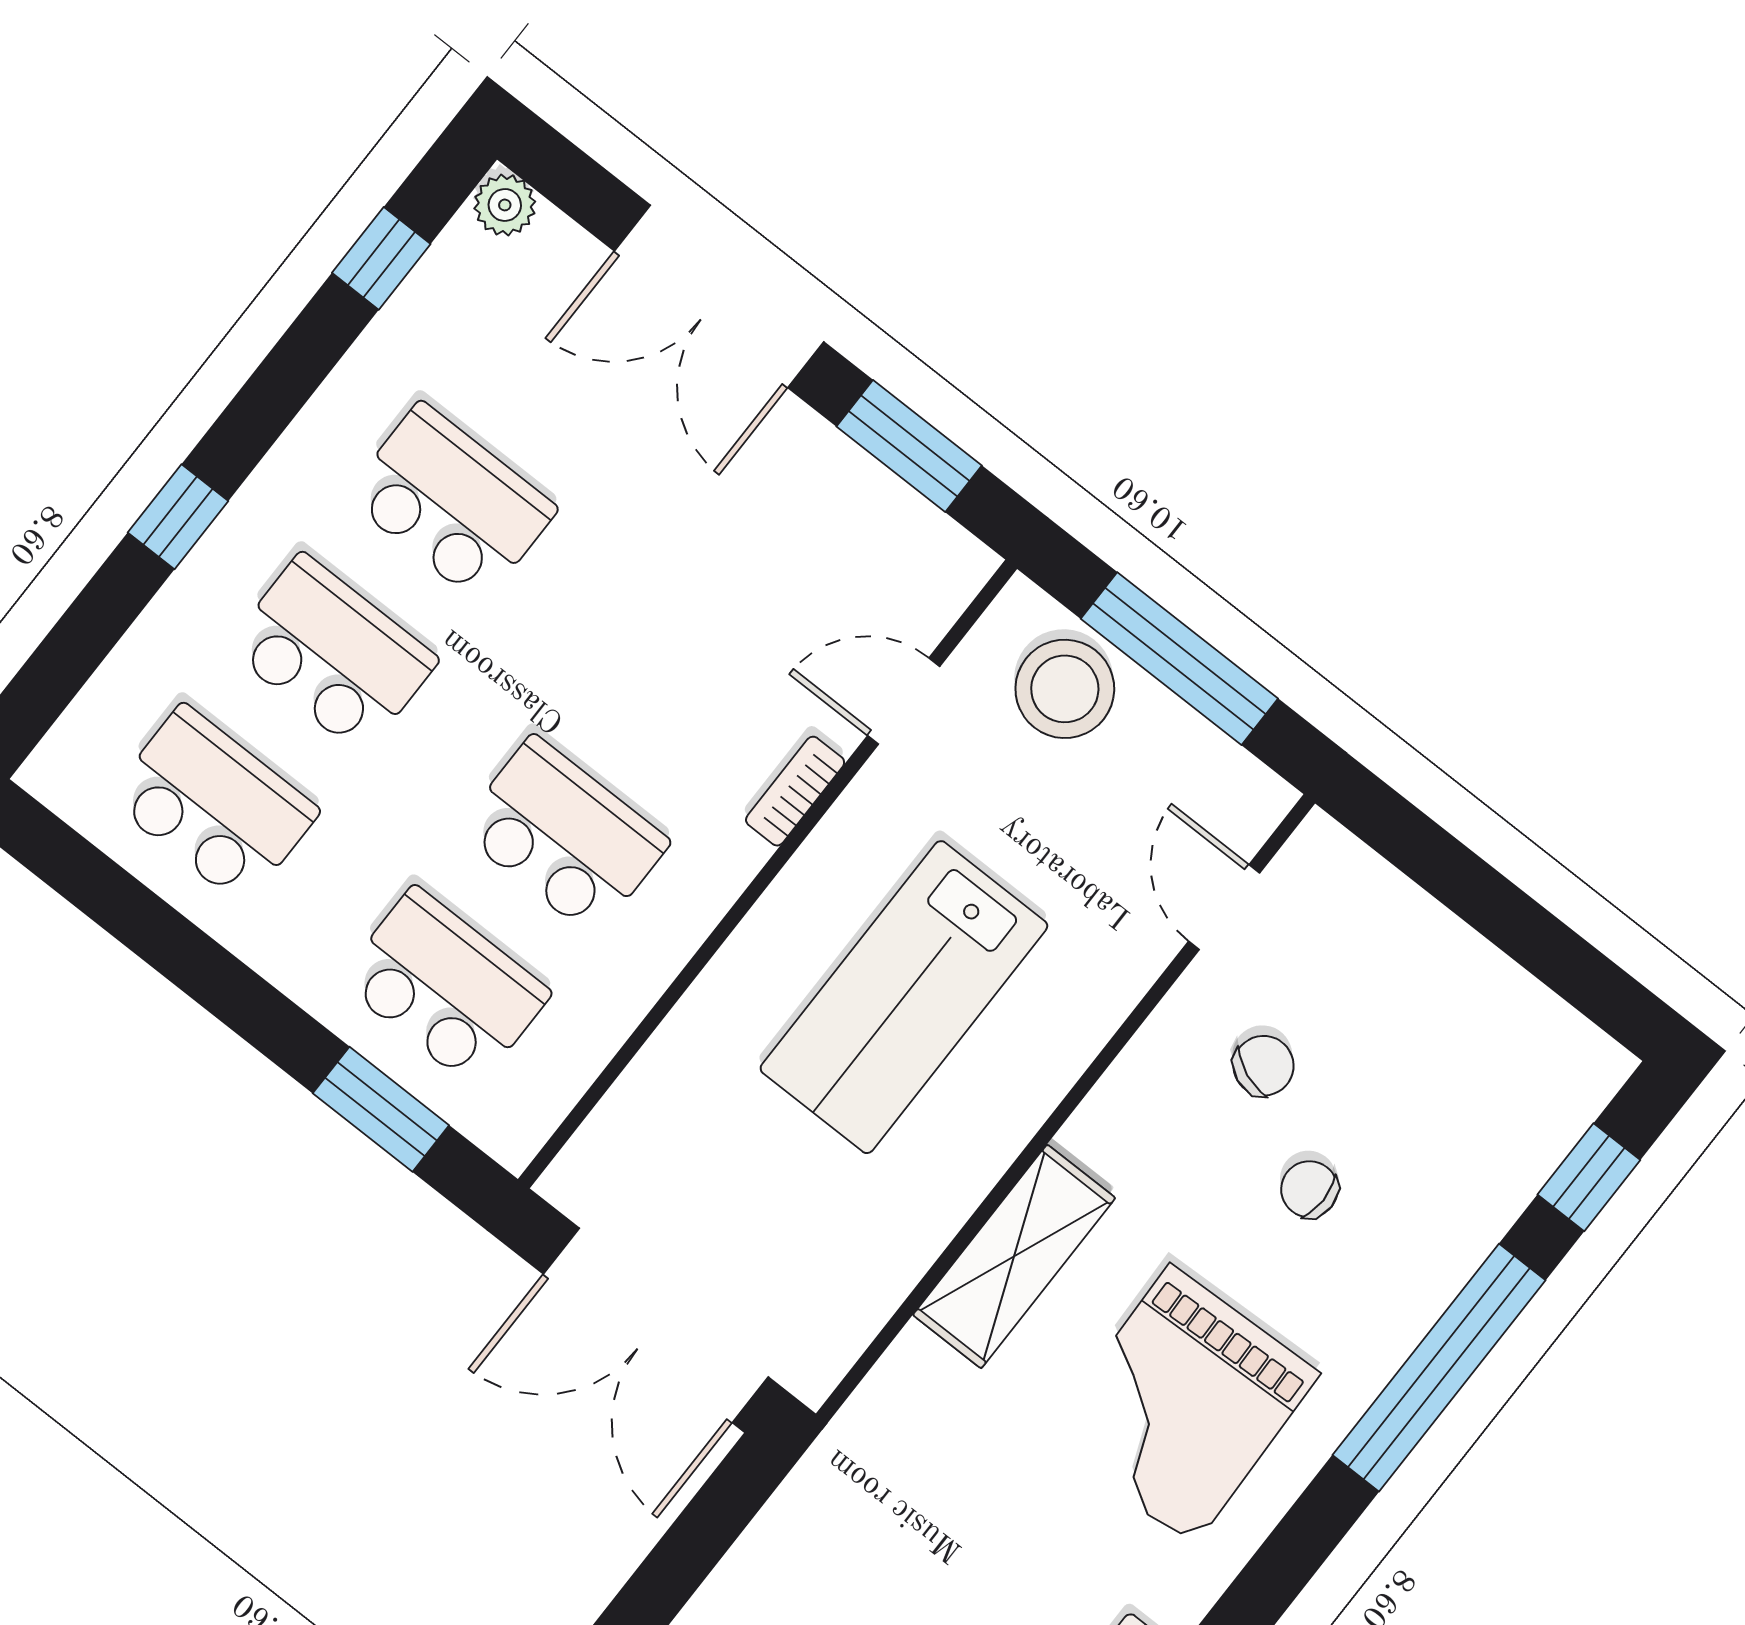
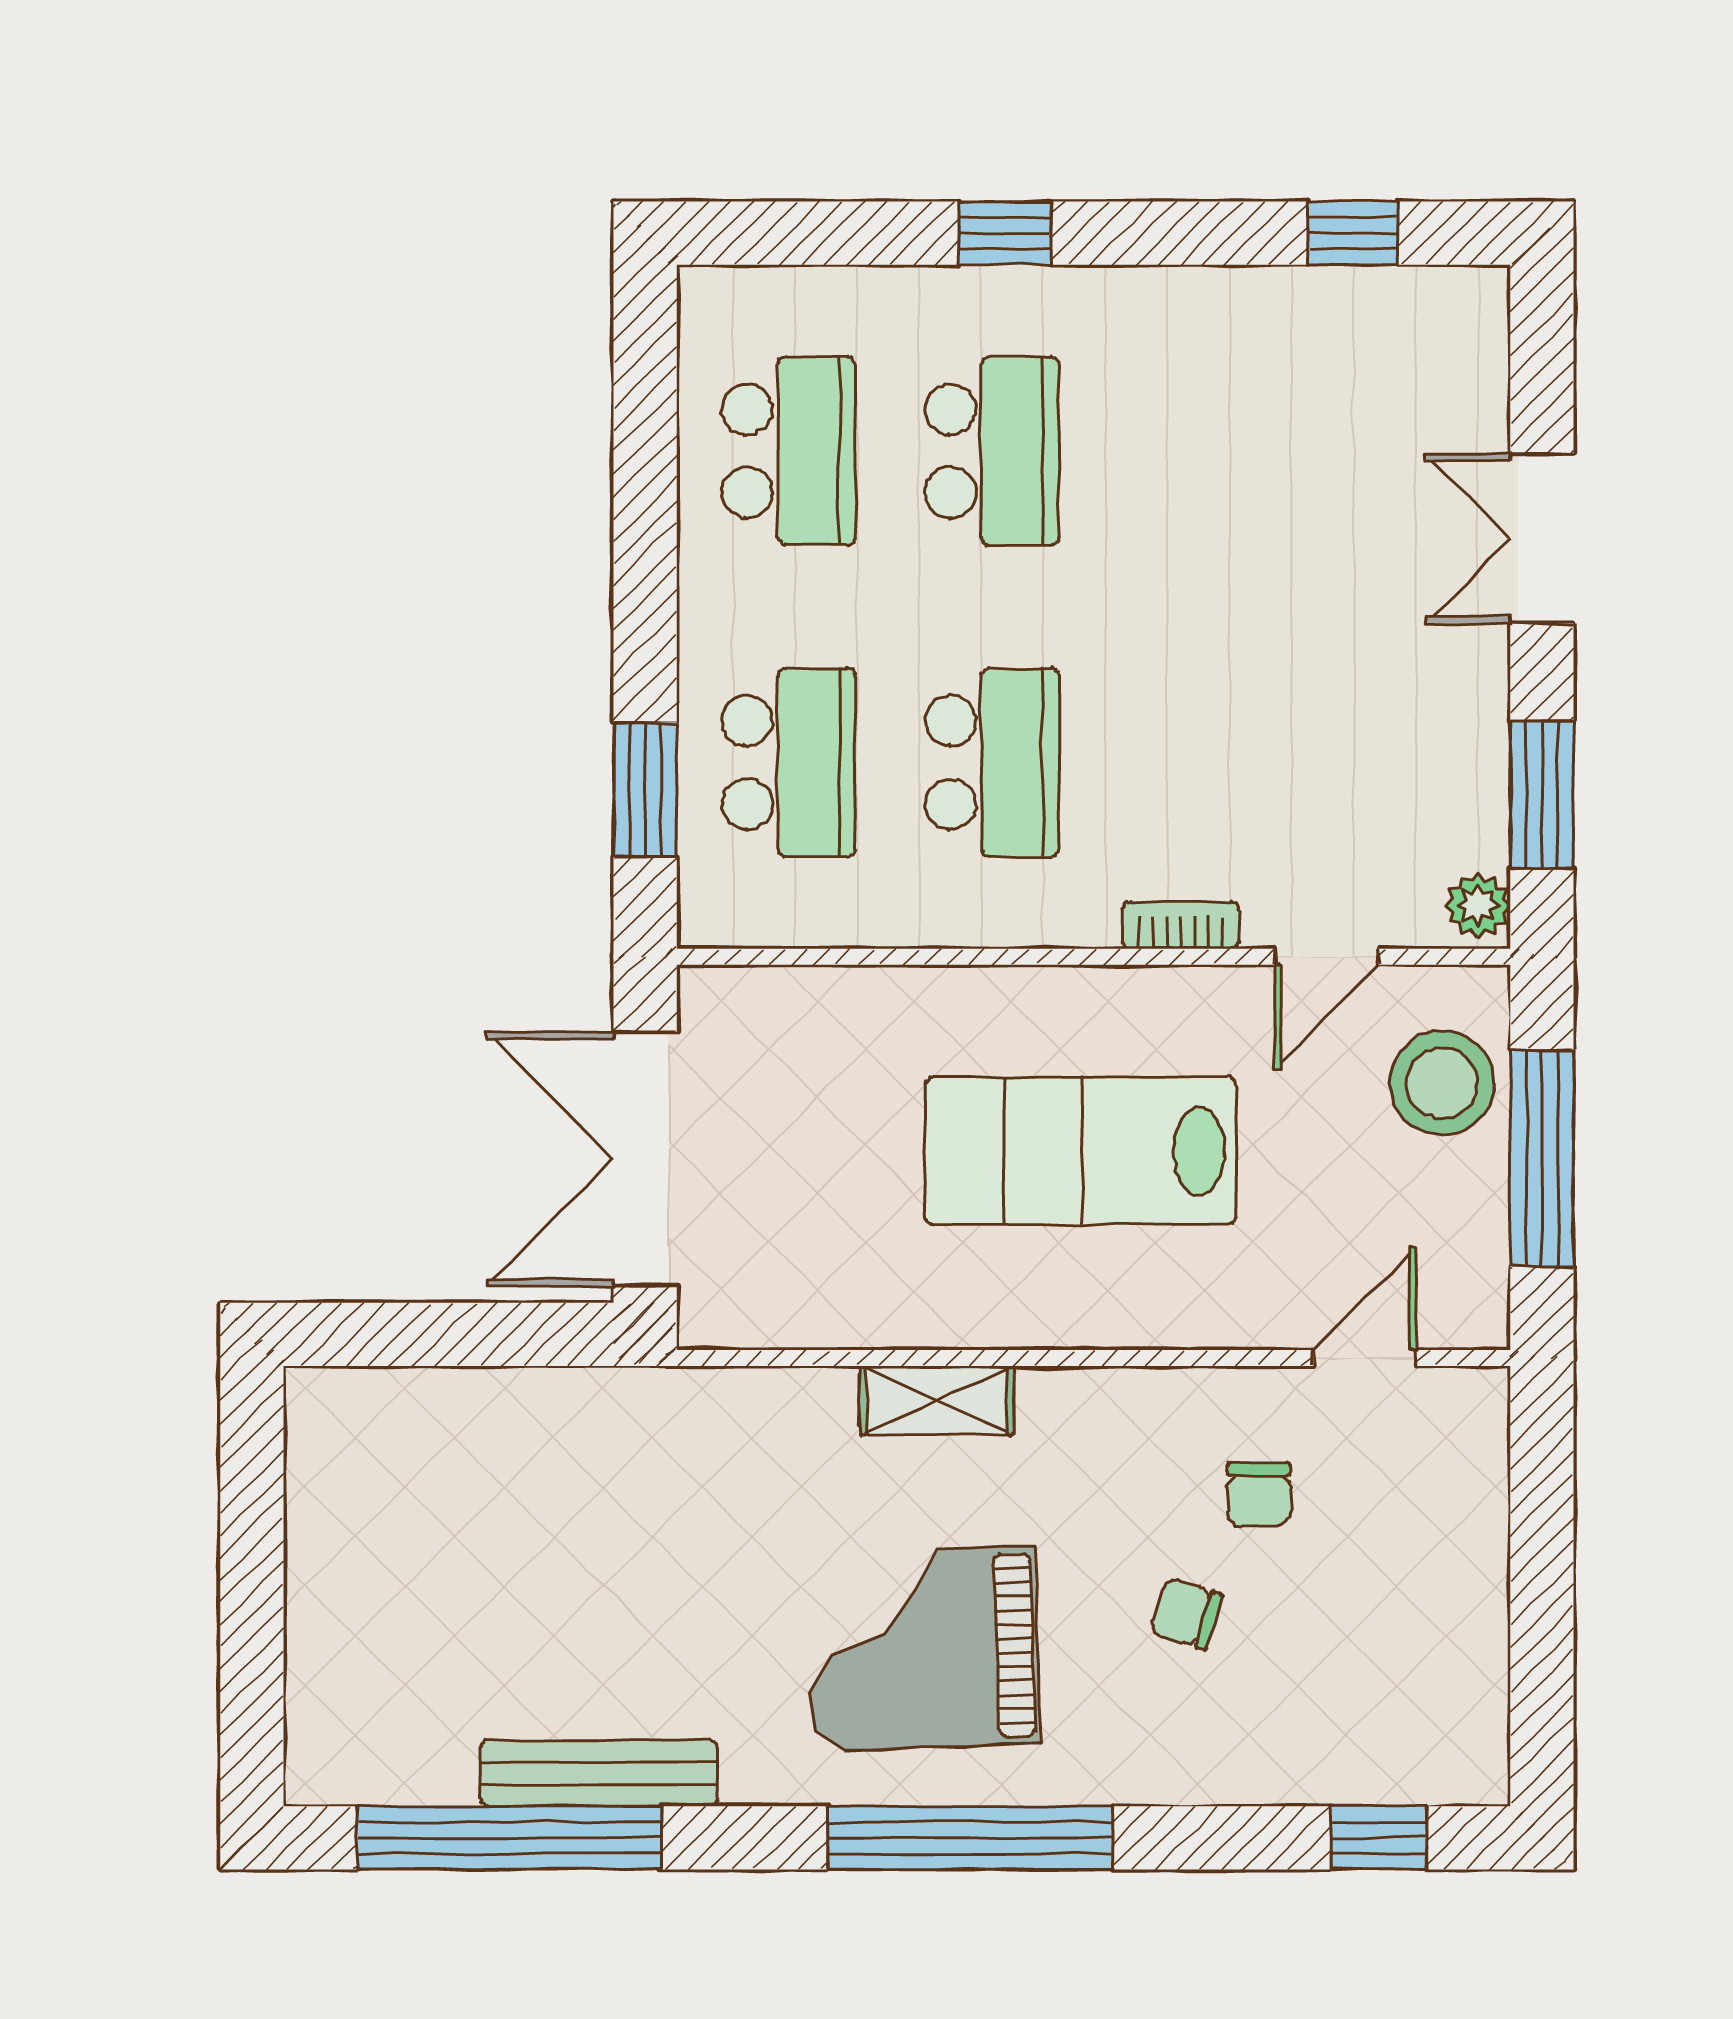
plant: (505, 205) -> (1478, 905), moved
double door: (719, 296) -> (1542, 539), width x0.73
school desk: (451, 503) -> (1195, 451), removed
door: (904, 701) -> (1326, 957), swing flipped
chair: (1264, 1066) -> (1259, 1495), turned 68
chair: (1309, 1189) -> (1186, 1613), turned -73
shelving: (1014, 1256) -> (937, 1400), width x0.67, depth x0.75
window: (1439, 1368) -> (970, 1838), moved

